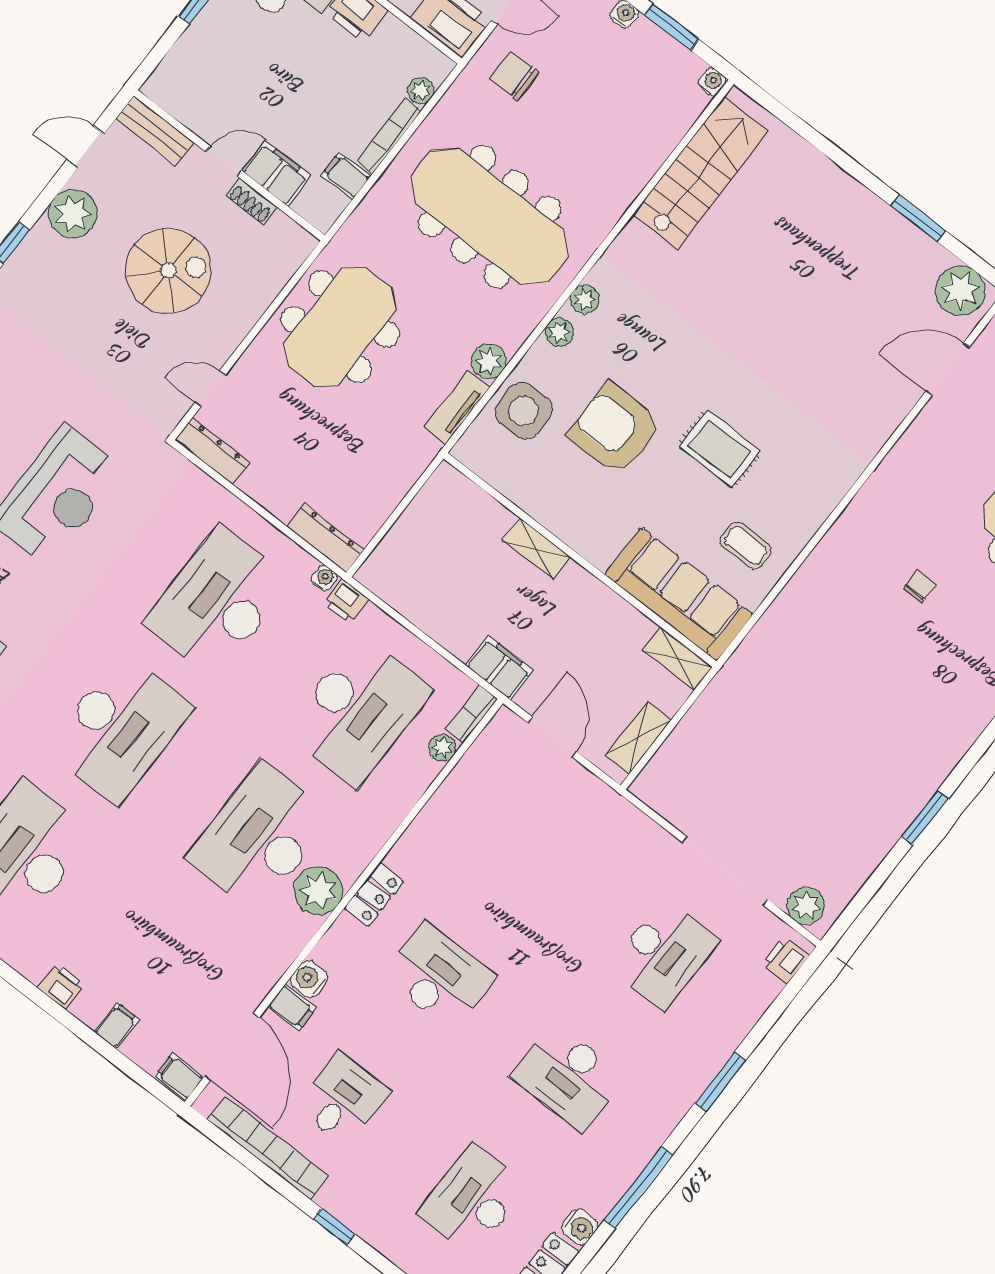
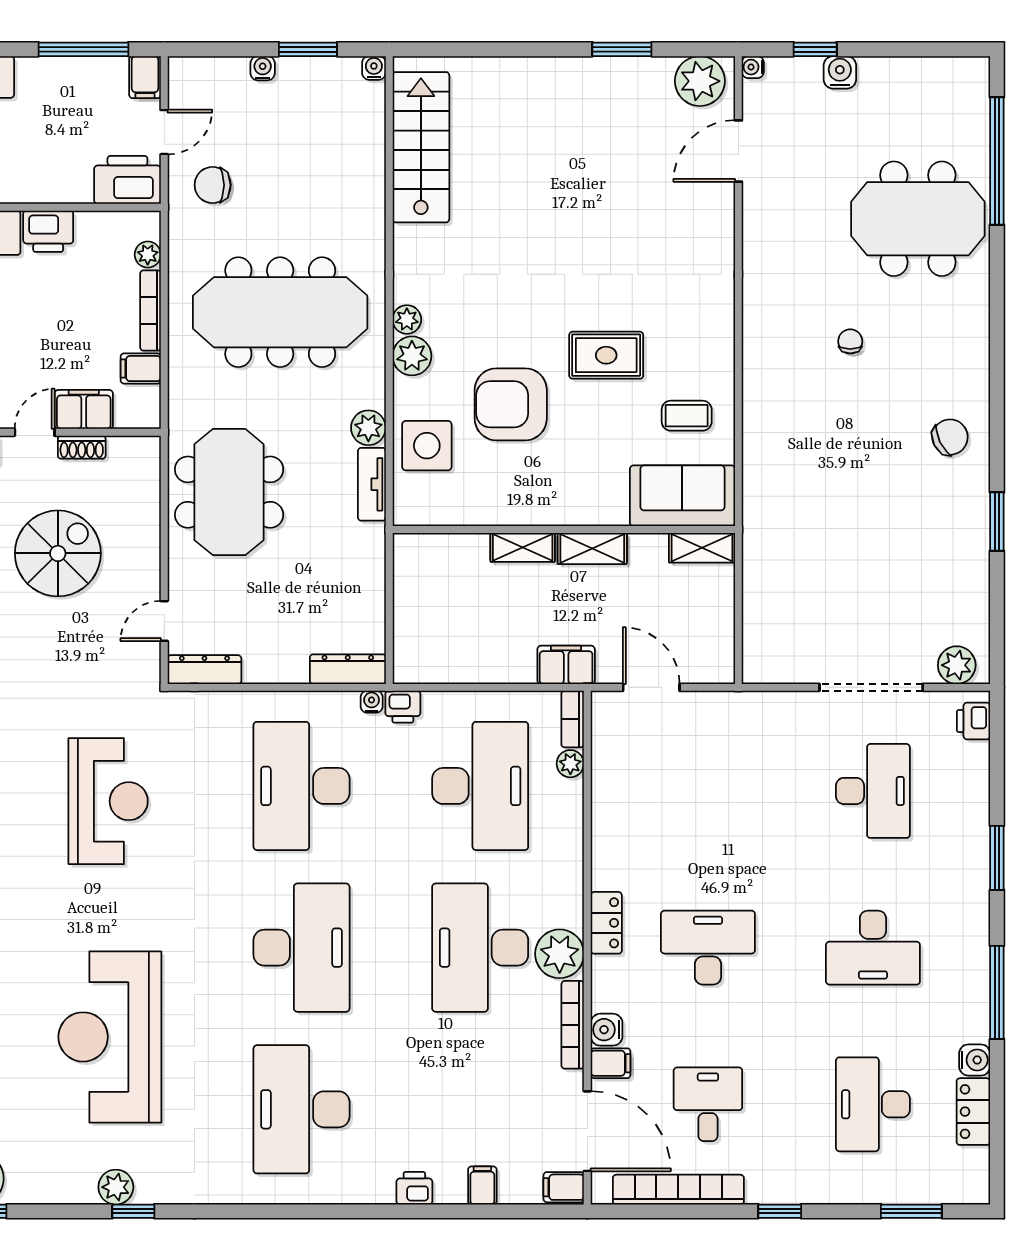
plant: (559, 332) -> (412, 356), width x1.38, depth x1.38
sofa: (679, 594) -> (682, 496), width x0.73
chair: (940, 723) -> (950, 437), added
shelving: (638, 738) -> (592, 548), moved, turned 90
bookcase: (285, 954) -> (573, 1025), added

